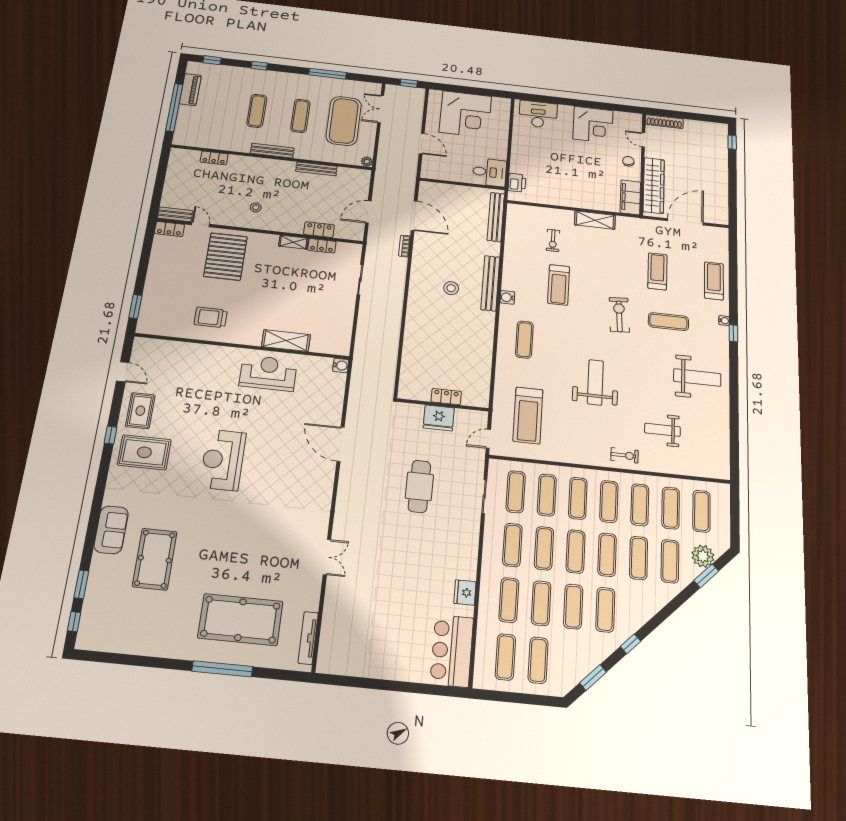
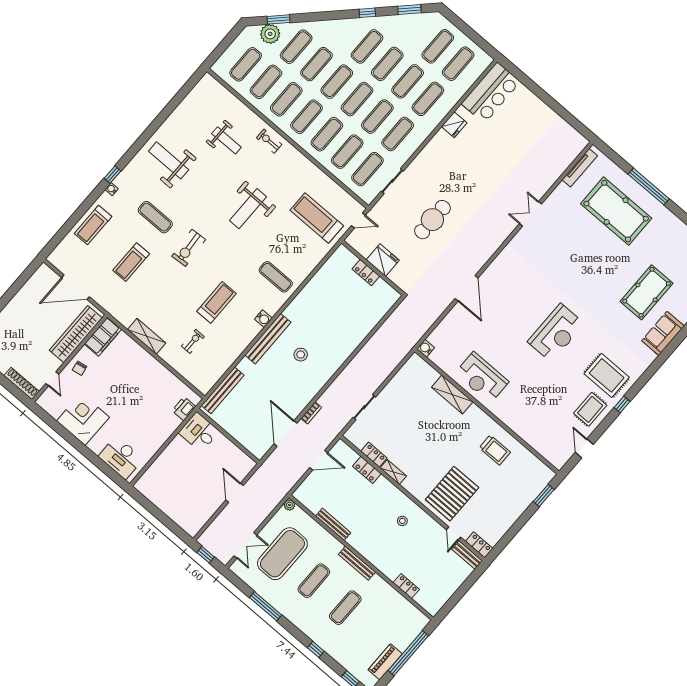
corner desk: (465, 114) -> (180, 496), removed
exercise mat: (524, 340) -> (276, 277), turned 90
treadmill: (528, 415) -> (317, 218), turned -90

